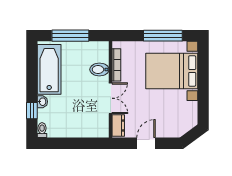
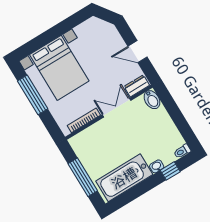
bidet: (99, 69) -> (152, 100), moved

